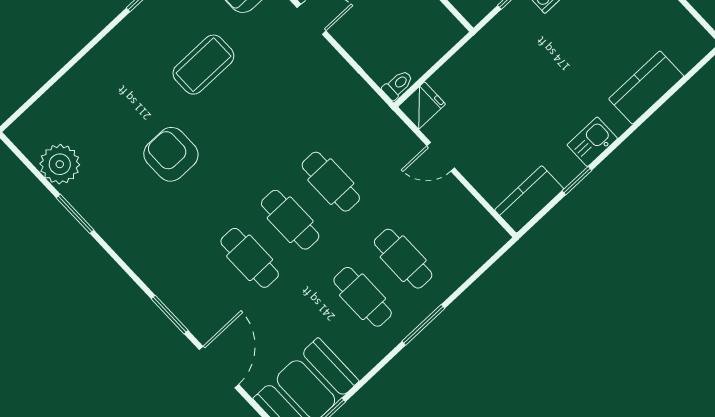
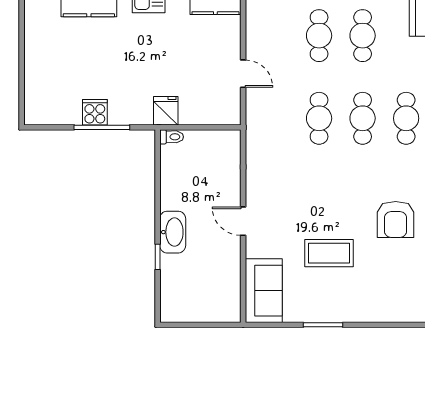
toilet: (398, 85) -> (172, 137), moved, turned 180
fridge: (422, 105) -> (166, 111), moved, turned 90

